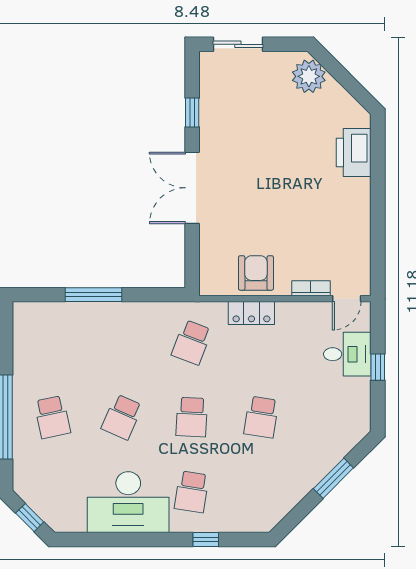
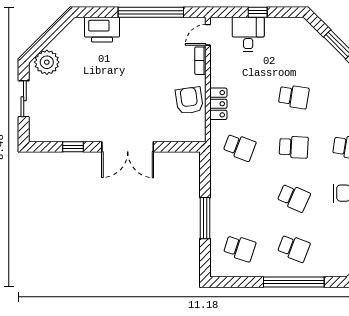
sliding door: (238, 44) -> (24, 99), moved
window: (378, 220) -> (151, 12), added
armchair: (256, 273) -> (189, 101), turned 82
door: (347, 299) -> (208, 35), swing flipped
school desk: (52, 342) -> (240, 248), added
school desk: (52, 417) -> (294, 248), turned 33

